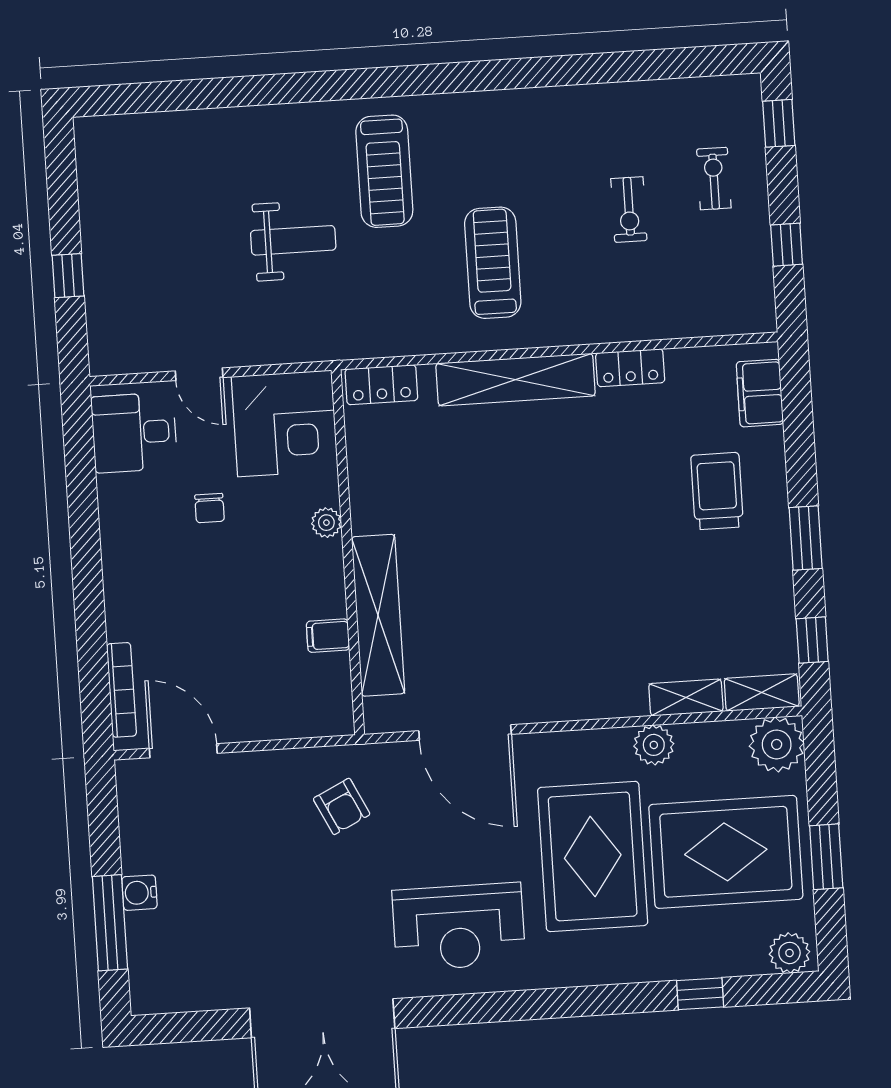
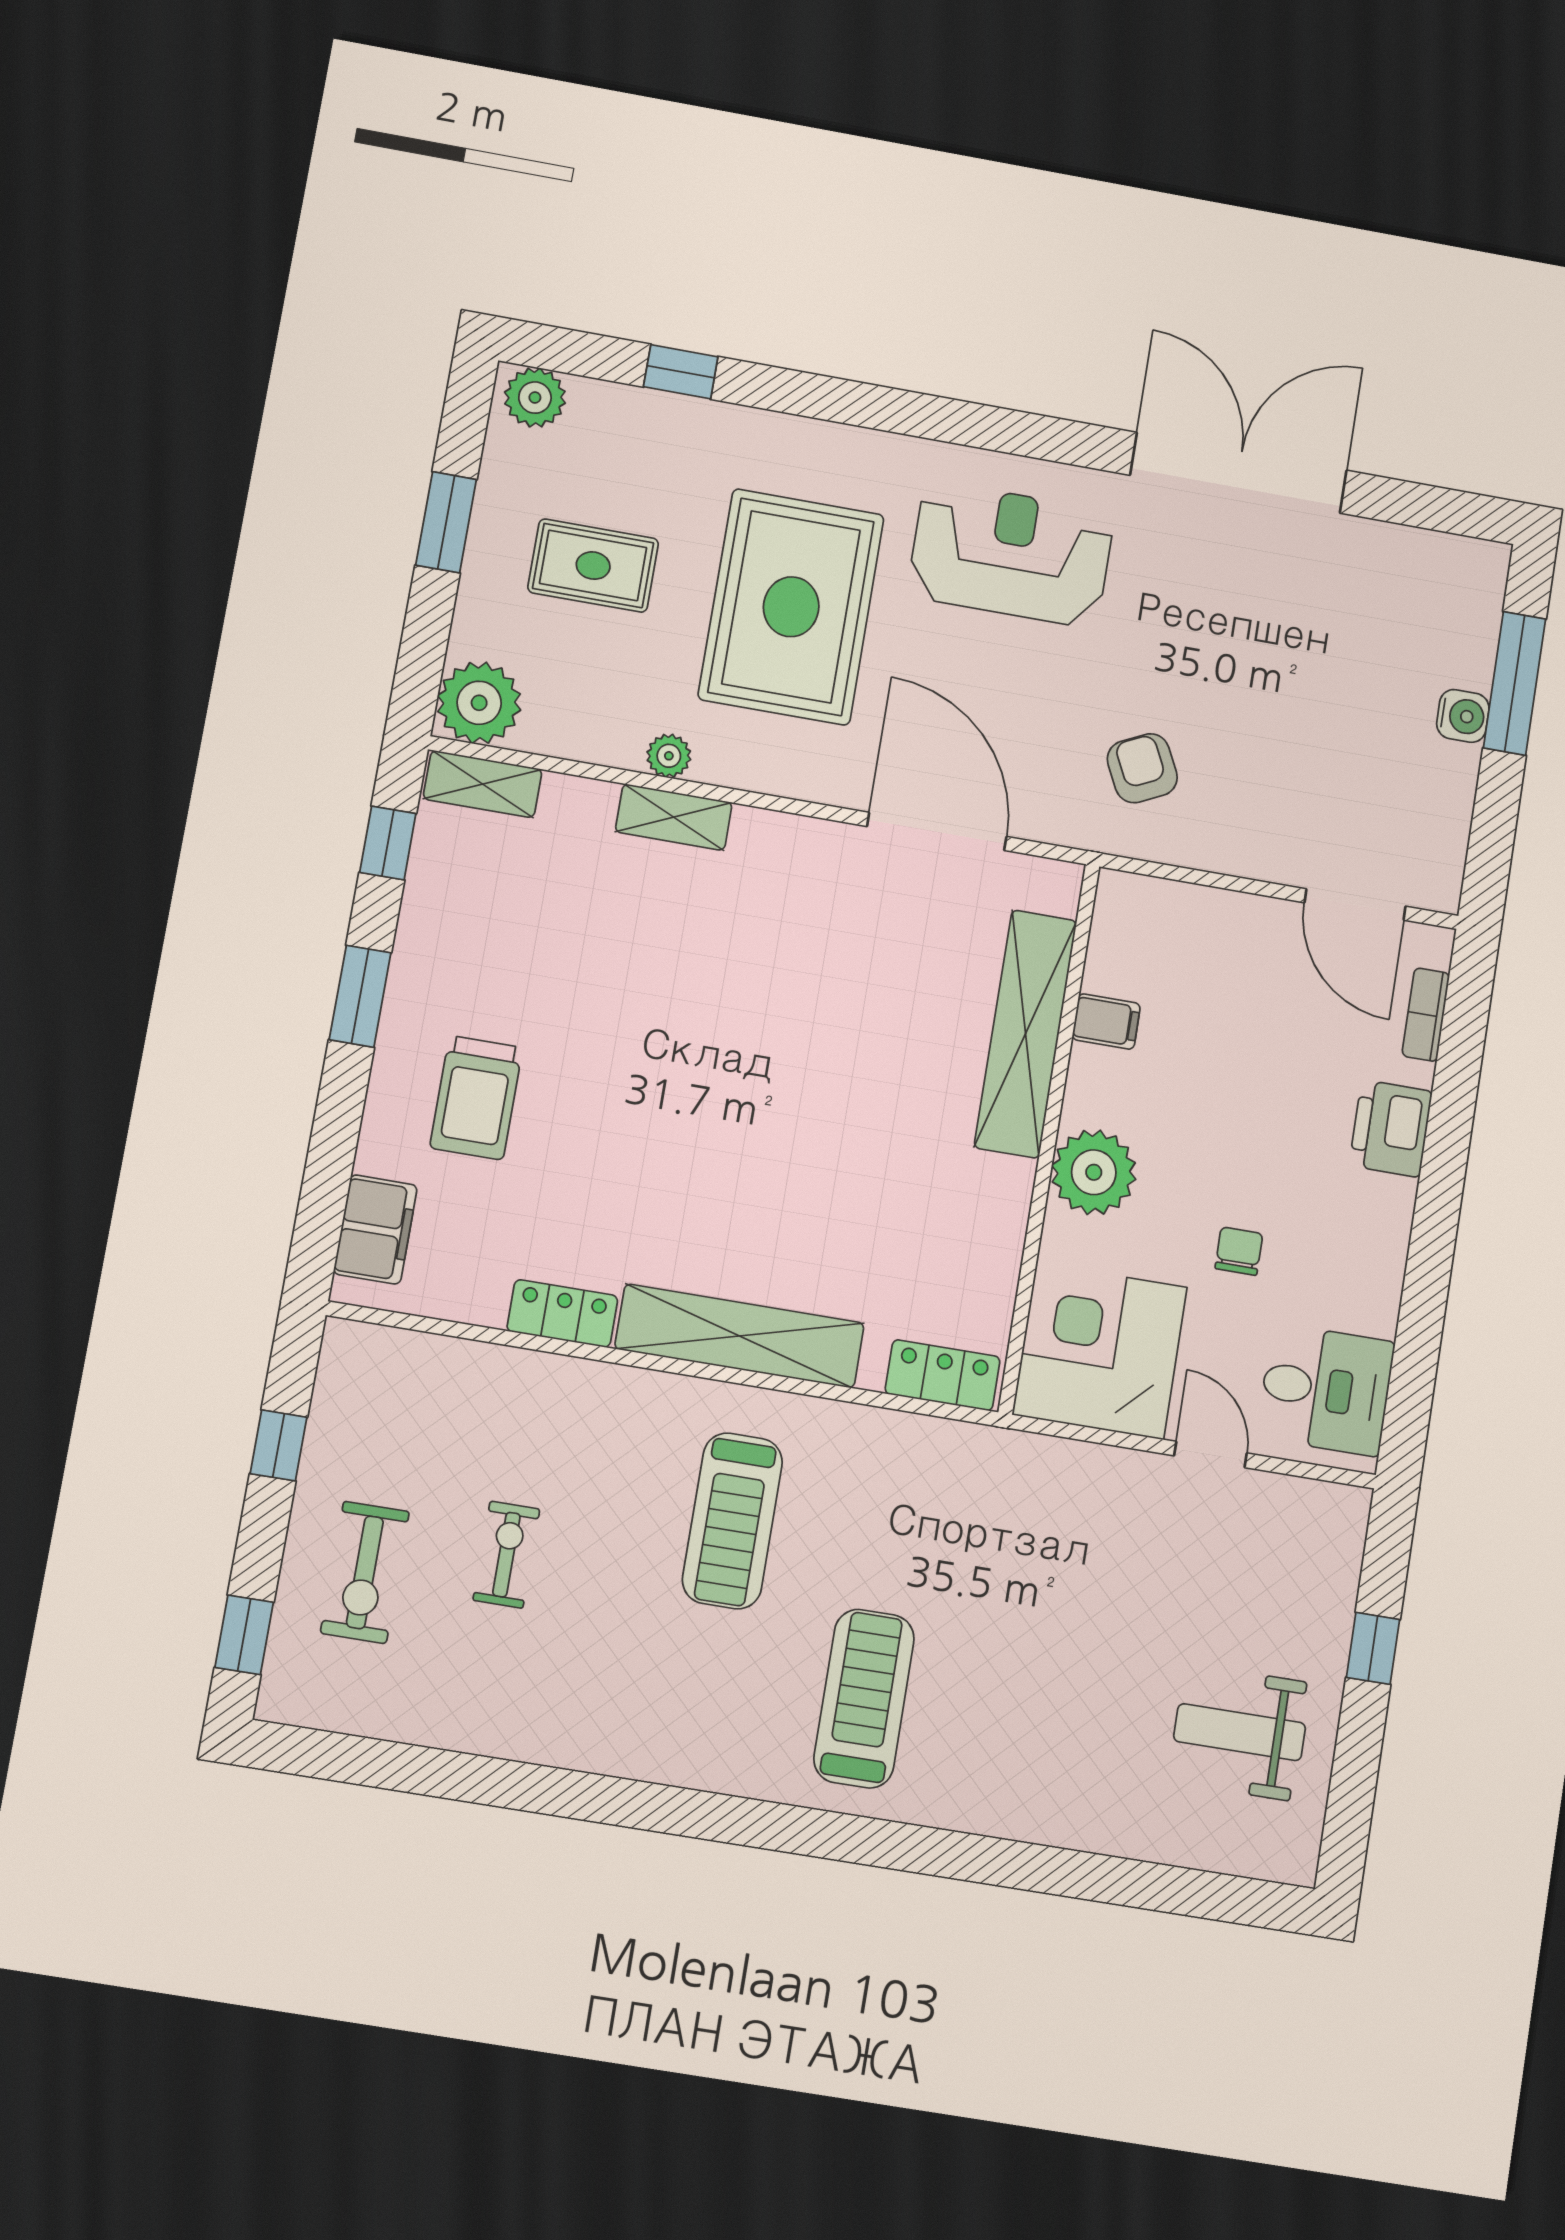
exercise bike: (714, 179) -> (365, 1572), width x1.38, depth x1.39
weight bench: (293, 240) -> (1240, 1732), moved
plant: (326, 523) -> (1094, 1172), width x1.87, depth x1.87
printer: (128, 610) -> (1391, 1128), added
bookcase: (122, 690) -> (1426, 1015), width x0.64
shelving: (686, 698) -> (674, 817), moved
plant: (654, 745) -> (669, 756), width x0.73, depth x0.73
rug: (726, 852) -> (593, 566), width x0.54, depth x0.49

